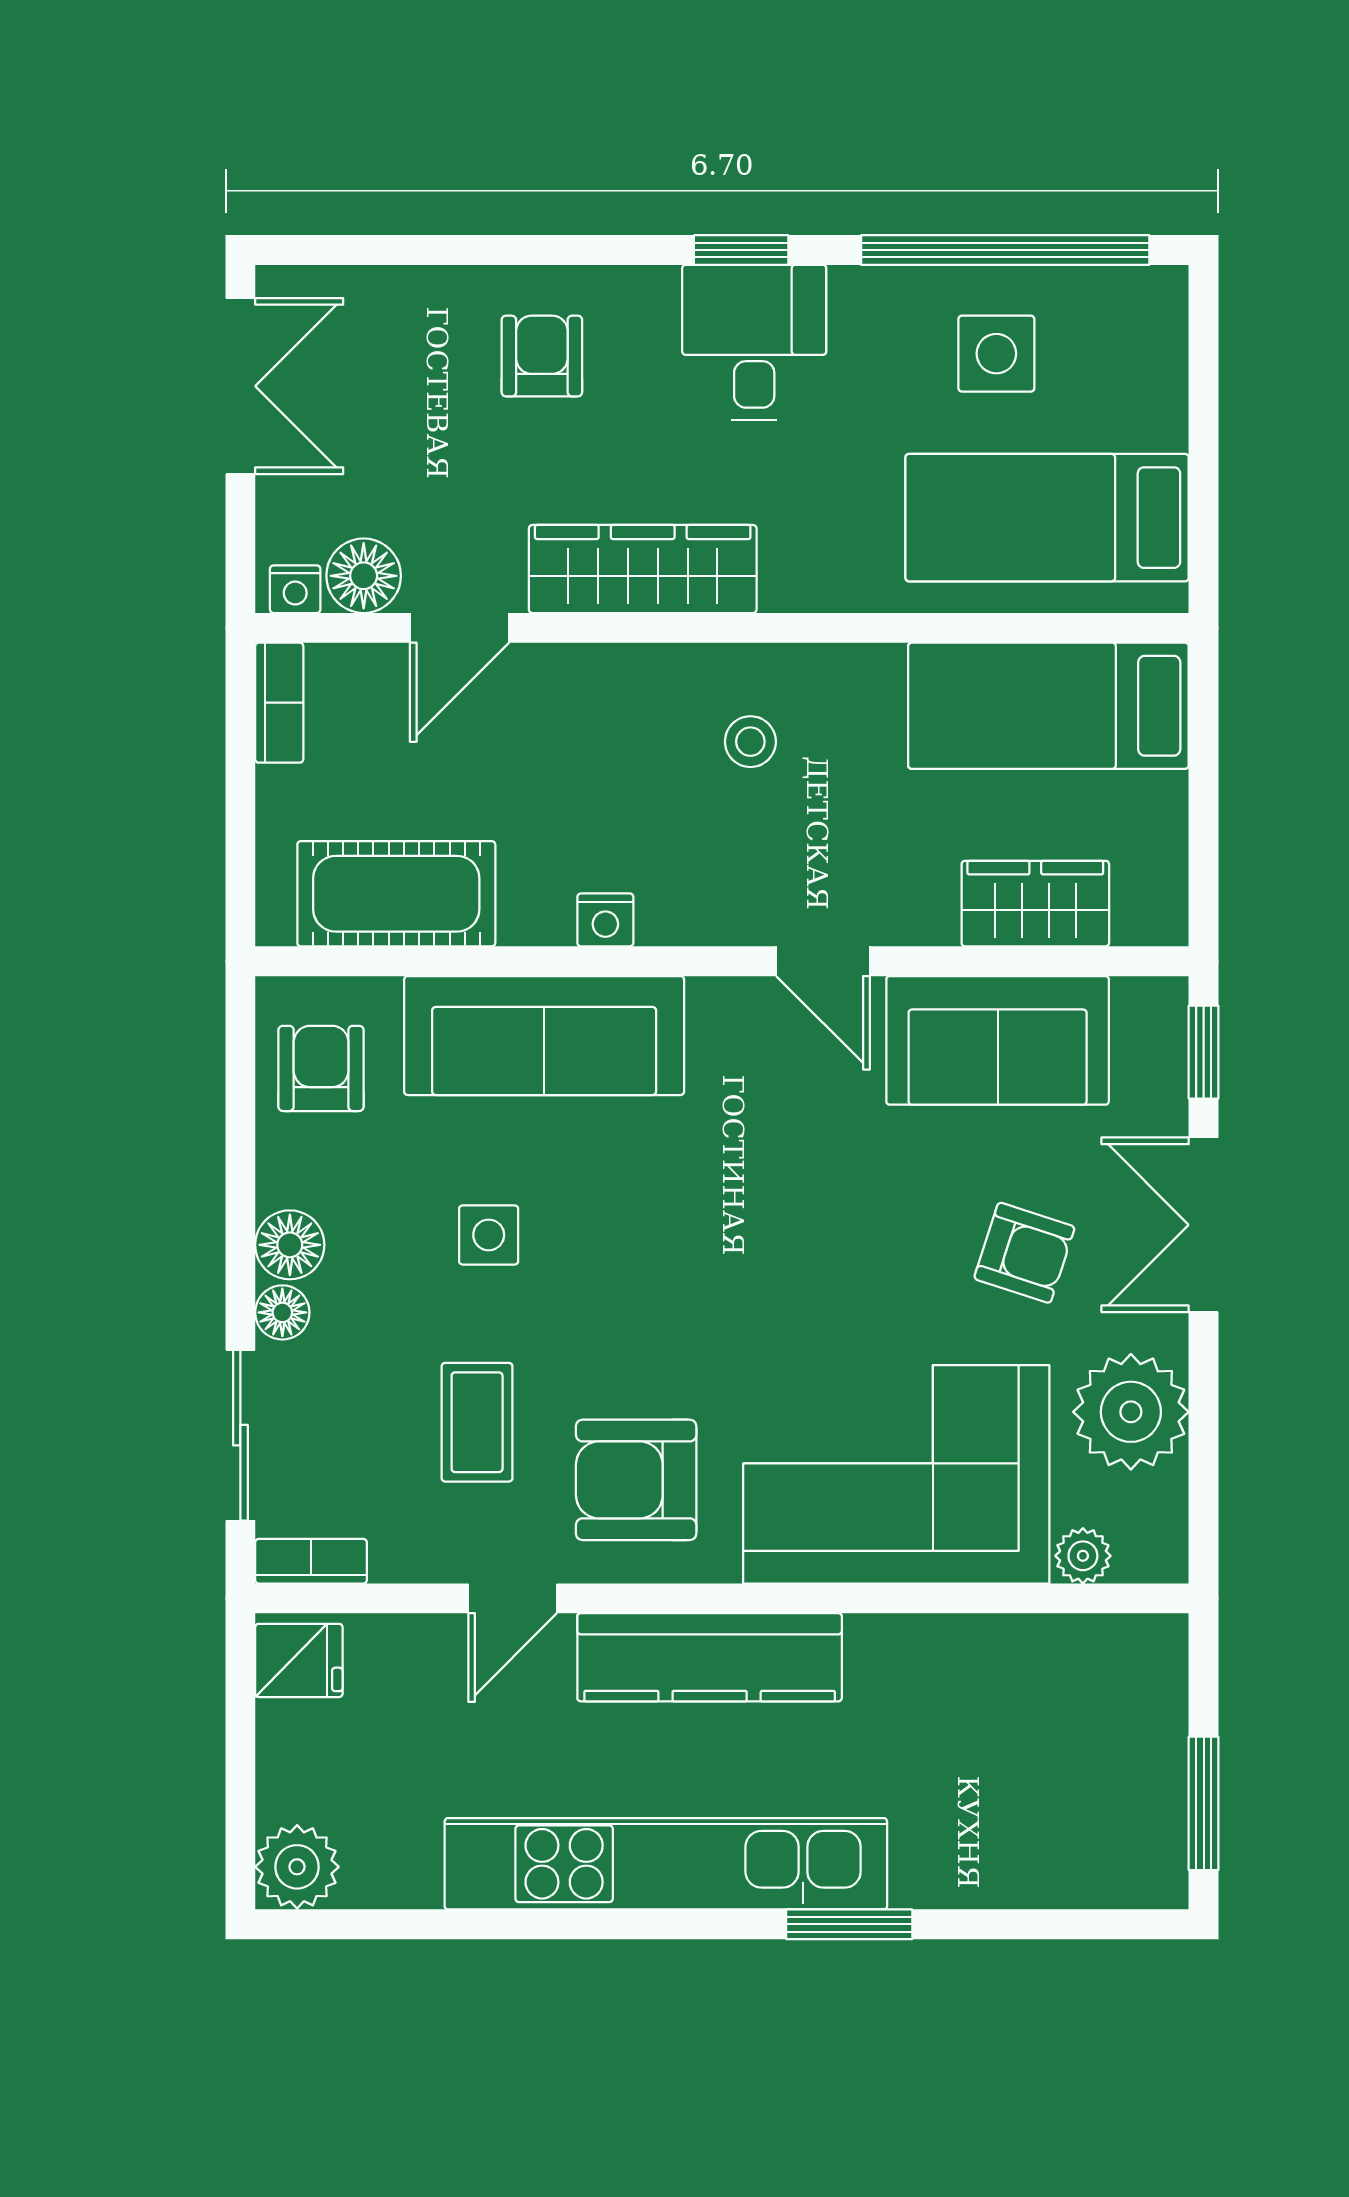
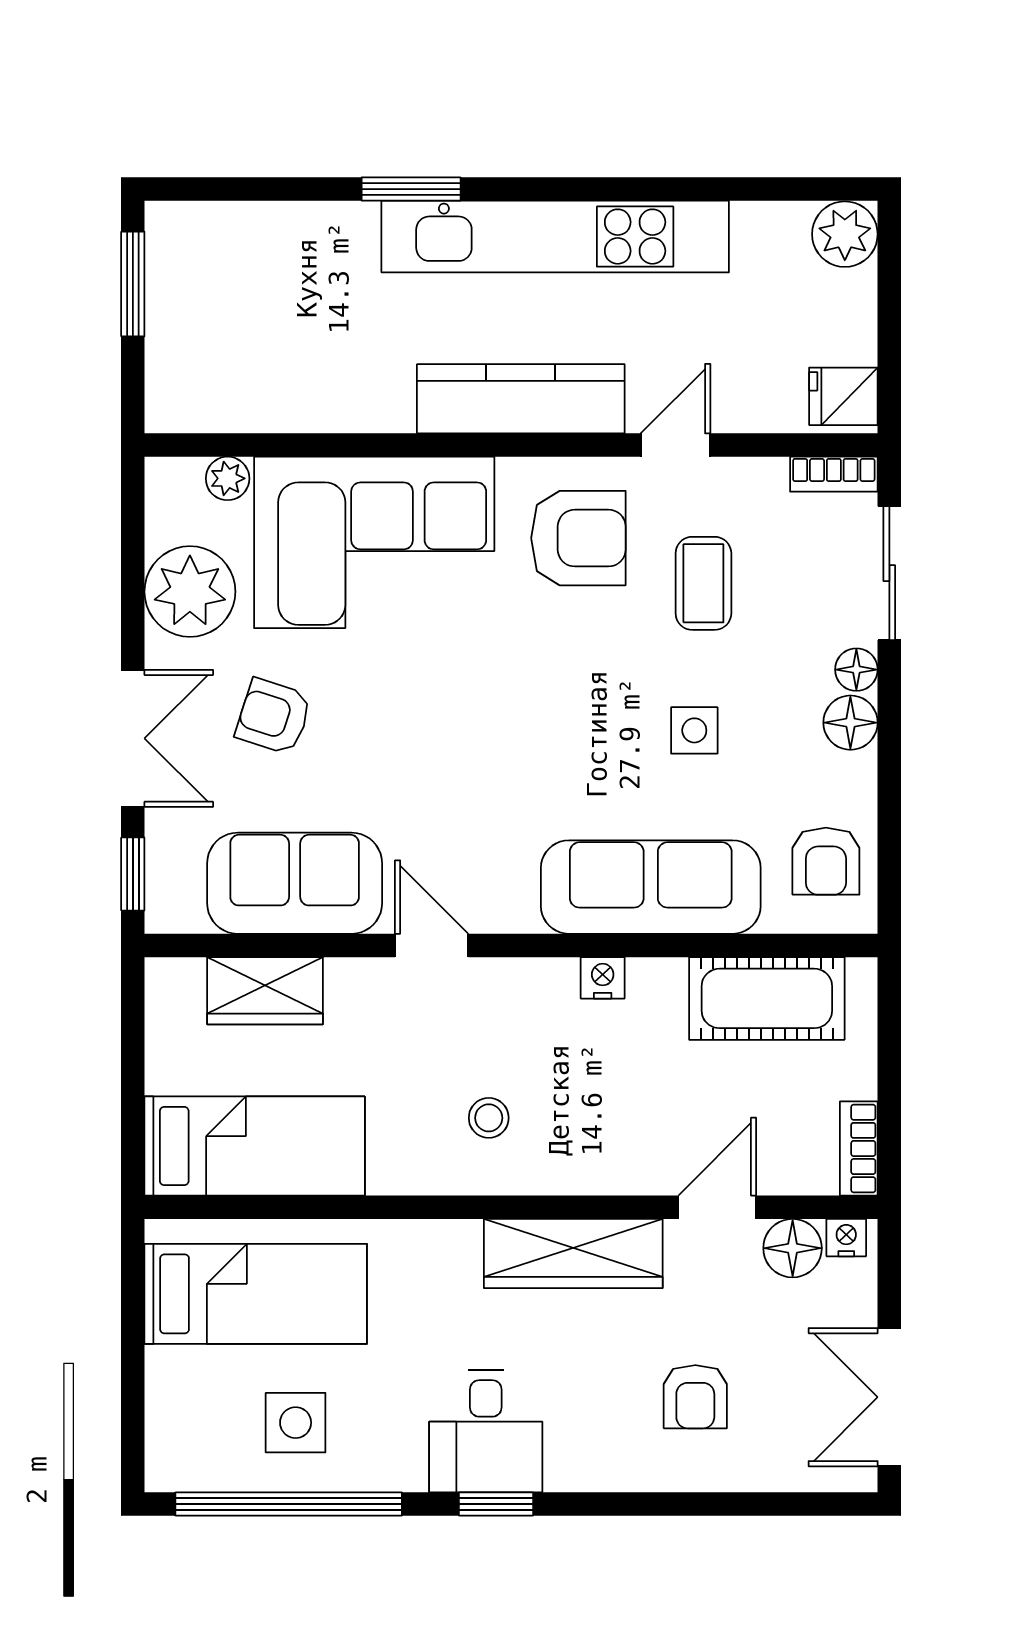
armchair: (542, 356) -> (695, 1397), moved

